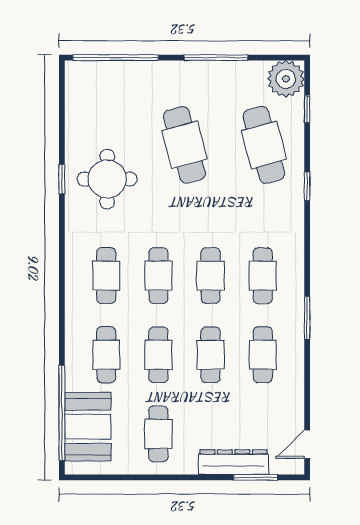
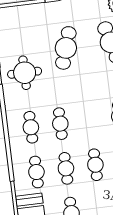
cafe table: (184, 145) -> (66, 48), turned 33
cafe table: (211, 276) -> (90, 120), removed

